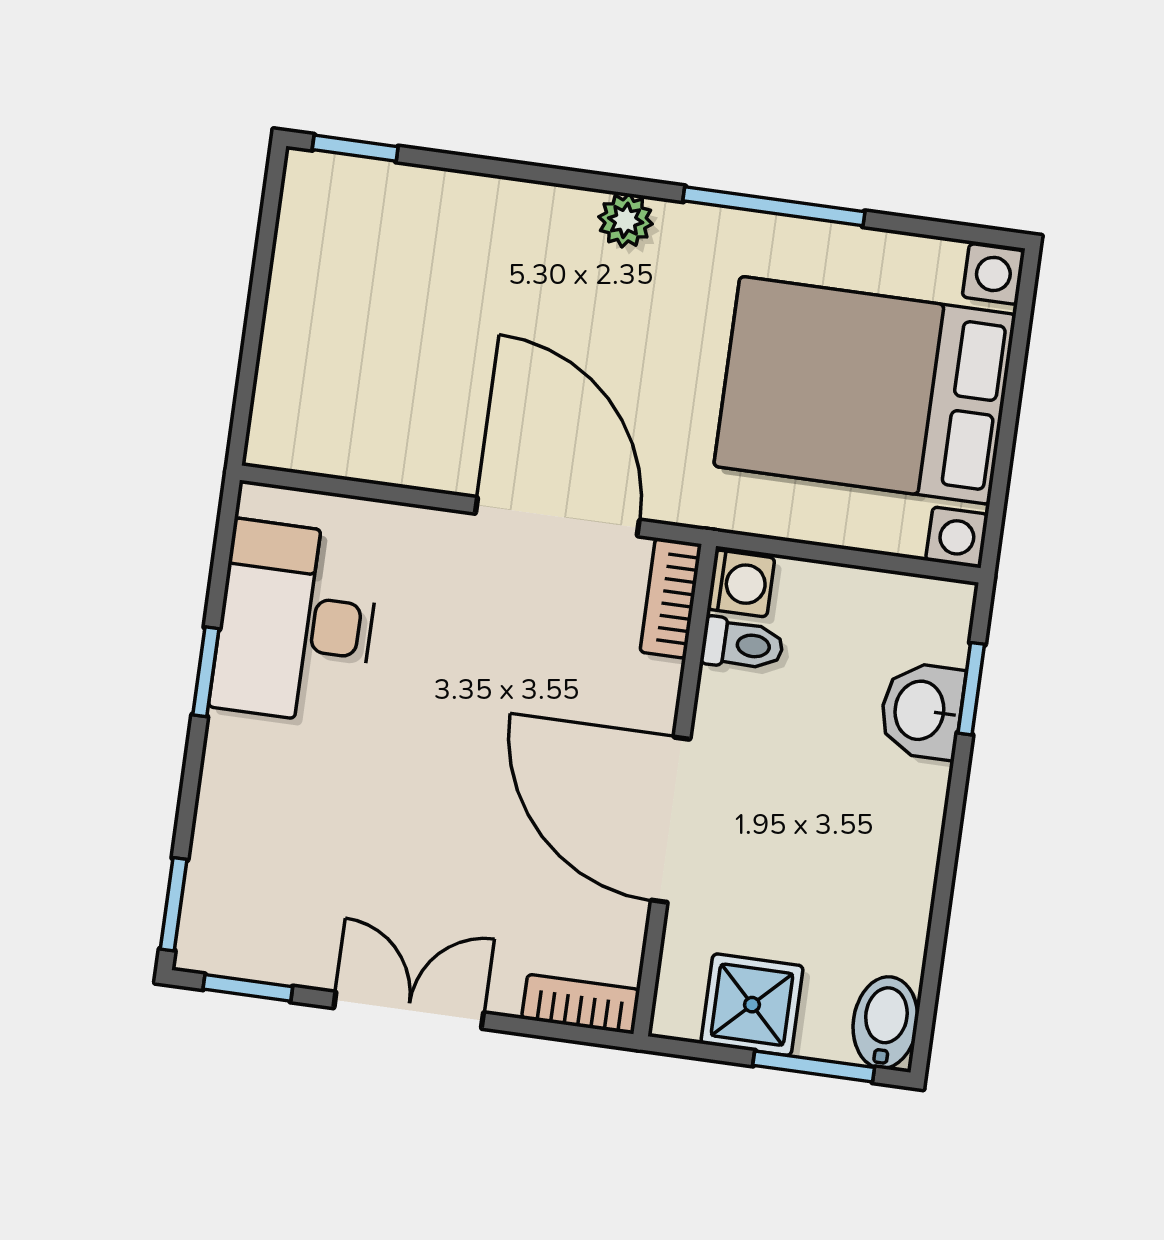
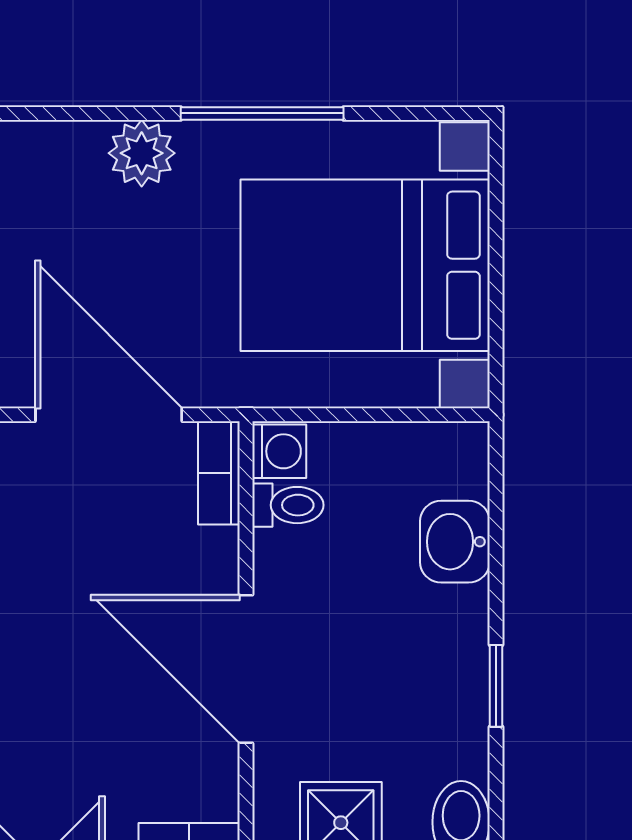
plant: (626, 220) -> (142, 153), width x1.38, depth x1.38
window: (971, 689) -> (496, 686), moved

